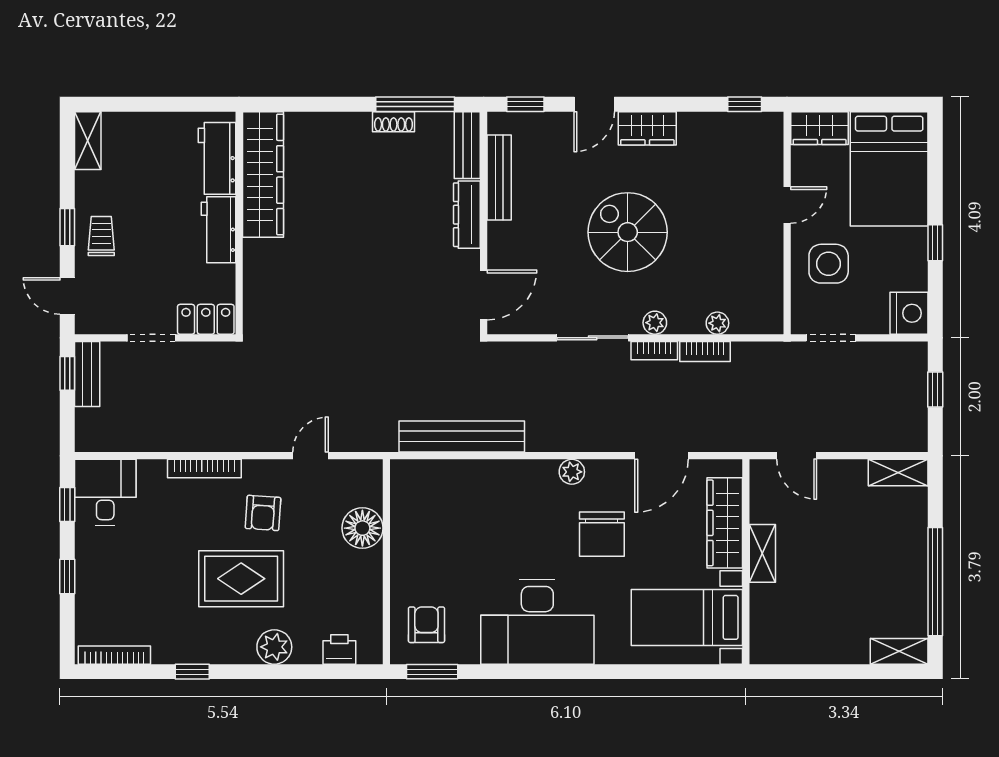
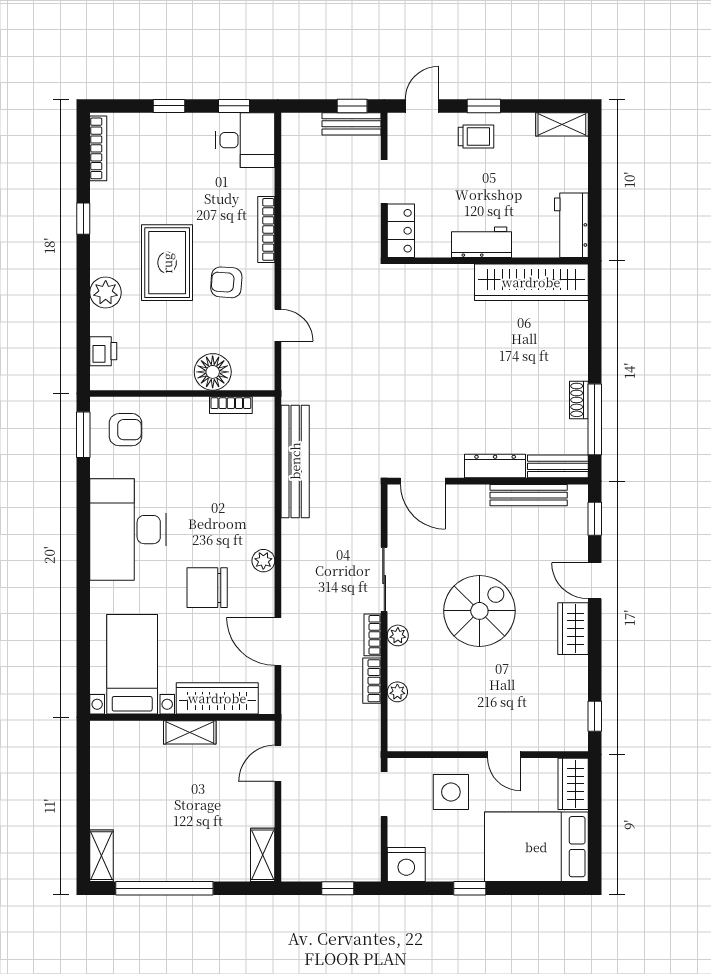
workbench: (217, 158) -> (571, 225), moved, turned -90
bookcase: (399, 508) -> (231, 405), added

